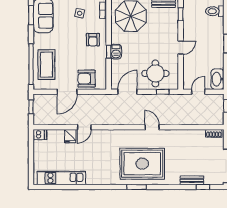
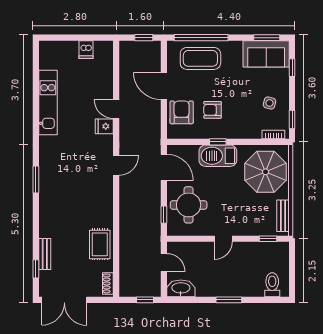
armchair: (93, 40) -> (212, 110), moved
door: (181, 48) -> (223, 239), hinge flipped
barbecue: (116, 52) -> (218, 156), width x1.88, depth x1.53
door: (152, 127) -> (116, 165), moved
dishwasher: (40, 135) -> (86, 50), moved
fridge: (70, 136) -> (104, 126), moved
rug: (142, 164) -> (100, 244), moved, width x0.54, depth x0.49
kitchen unit: (61, 178) -> (48, 103), moved

